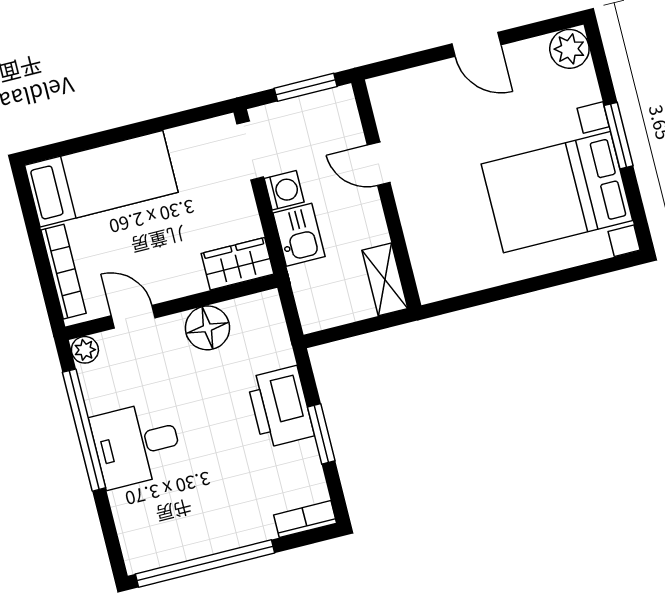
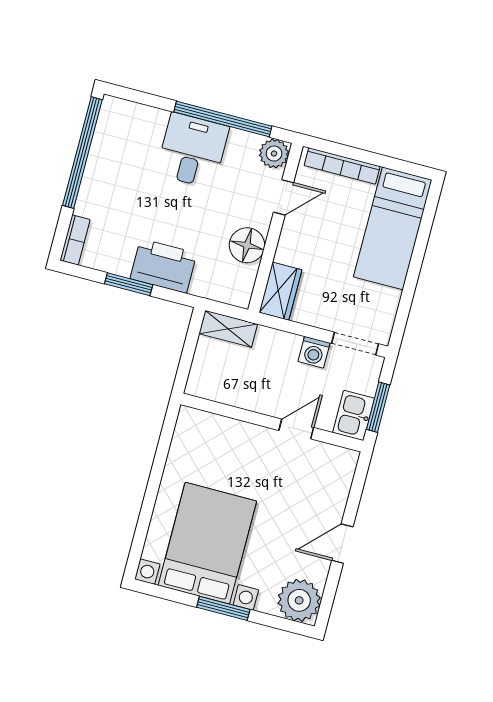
plant: (569, 49) -> (299, 600), width x1.36, depth x1.36
kitchen sink: (299, 235) -> (354, 415), moved, turned 90
shelving: (385, 279) -> (228, 329), moved
plant: (85, 350) -> (274, 154), width x1.38, depth x1.38

